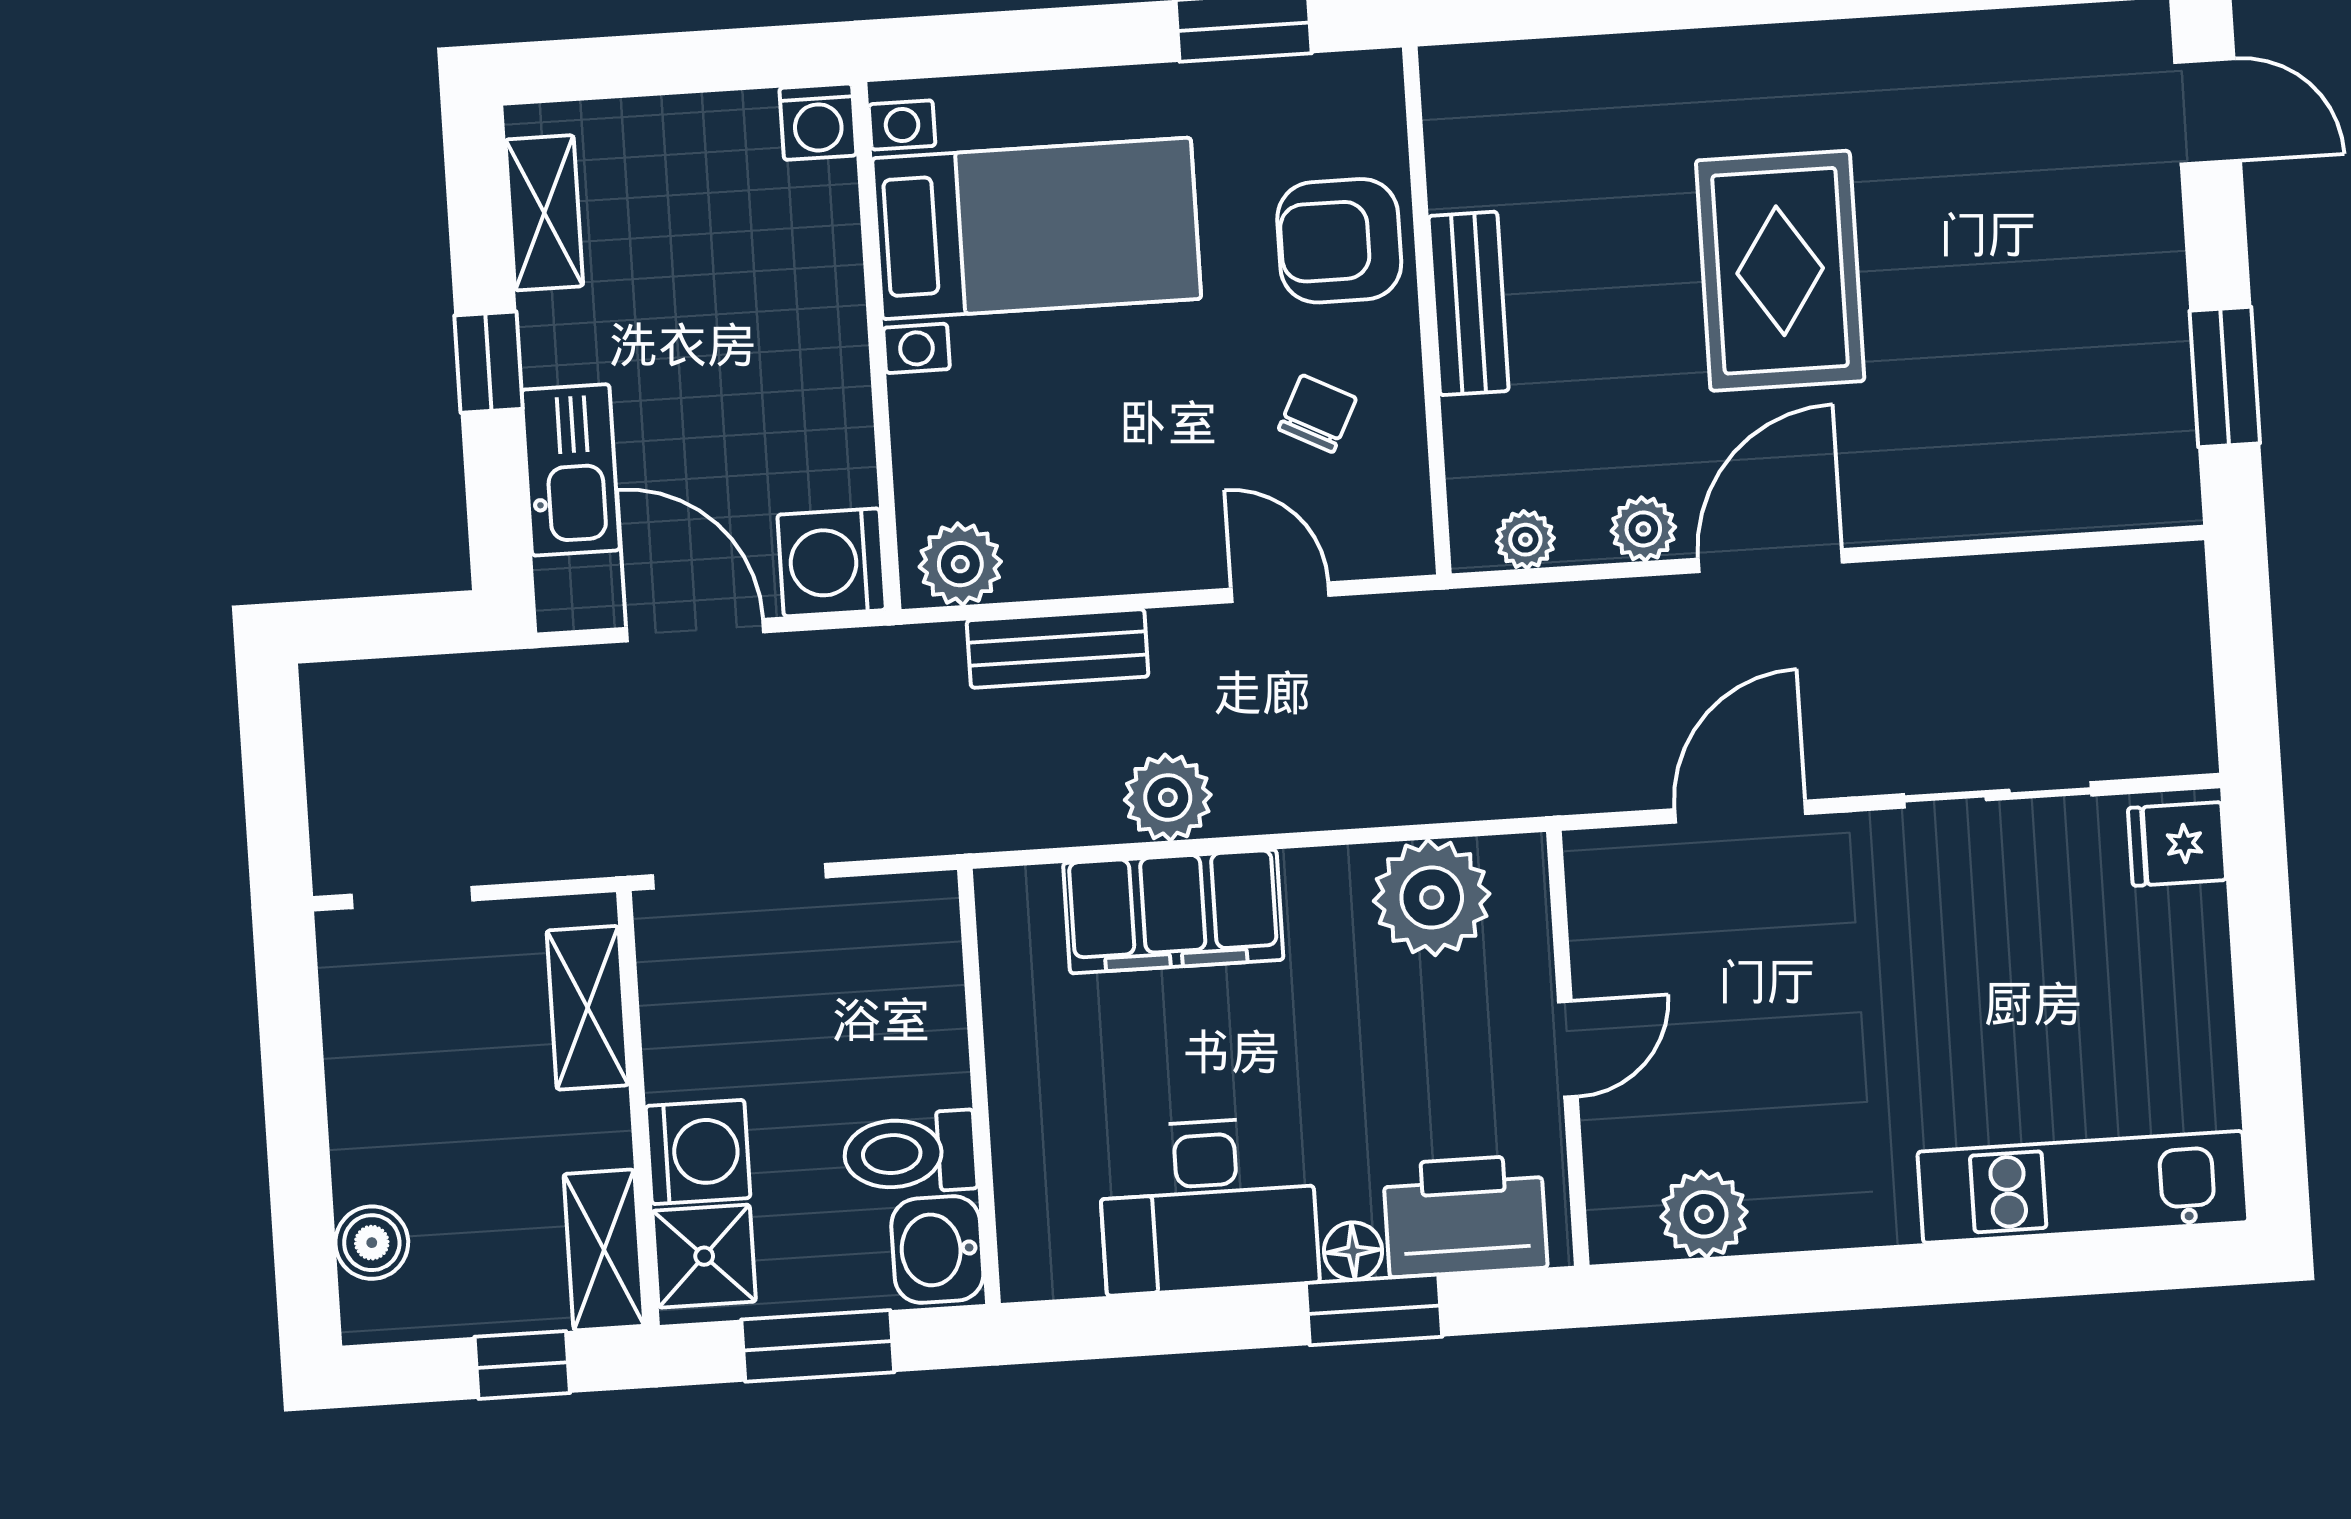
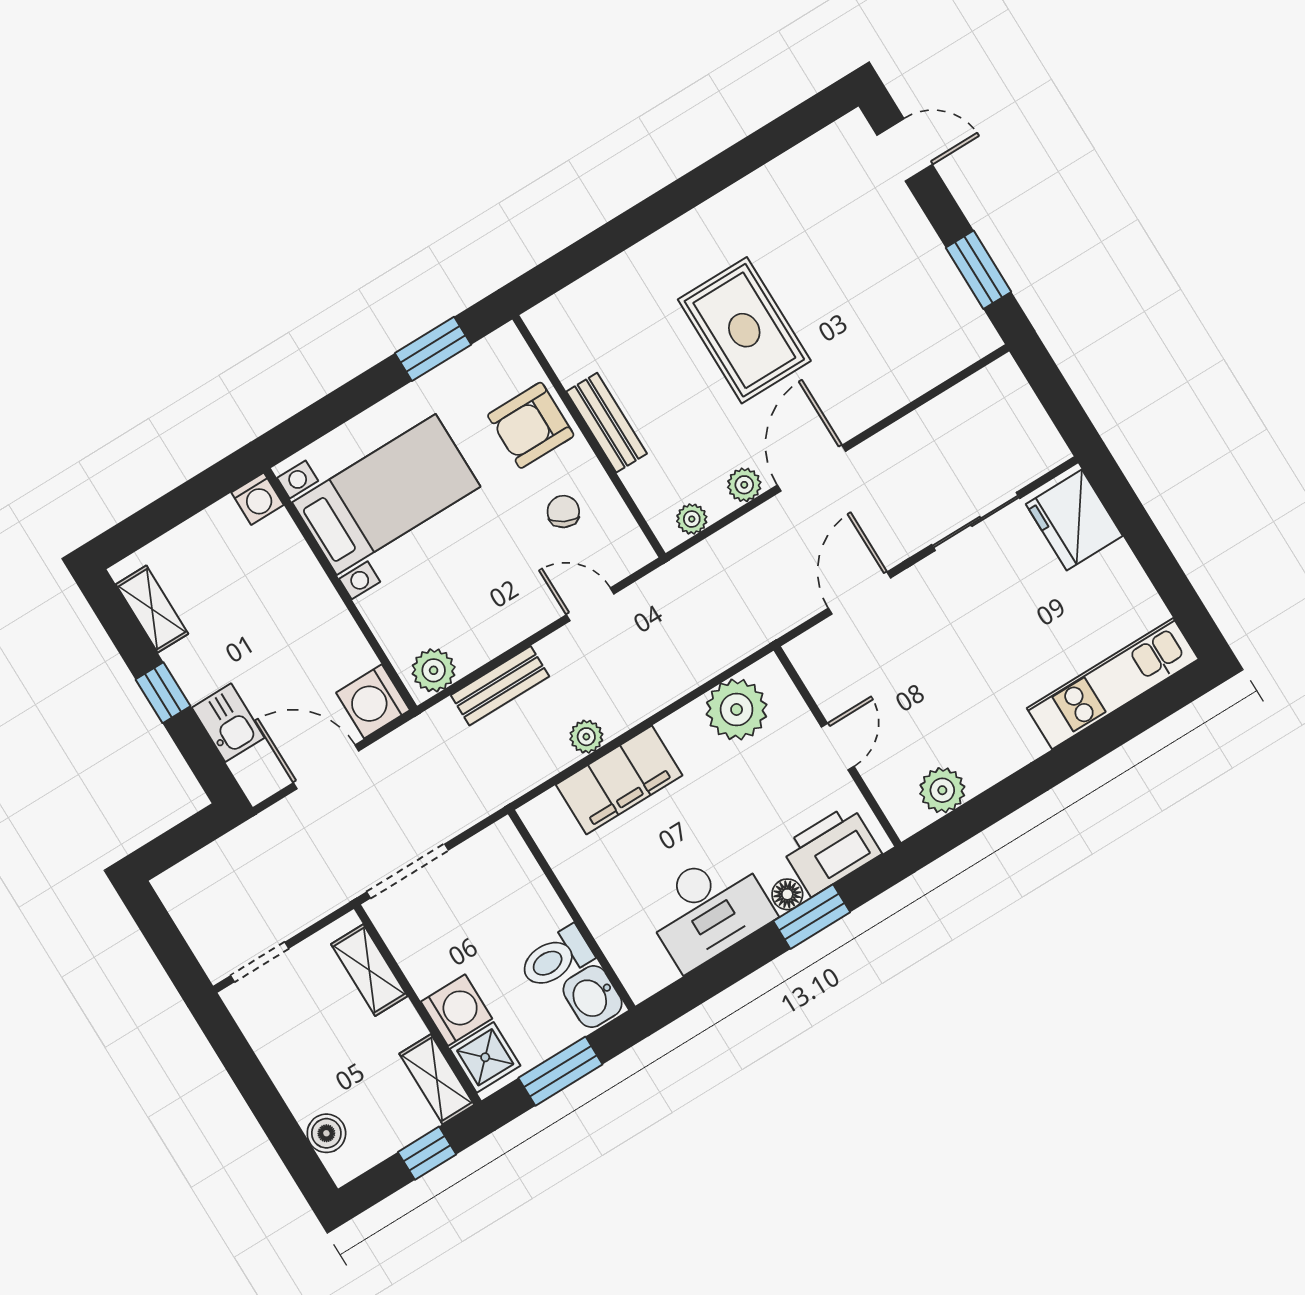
kitchen sink: (571, 470) -> (228, 723), width x0.73
plant: (1168, 797) -> (586, 737), width x0.73, depth x0.73
fridge: (2177, 844) -> (1074, 520), width x1.88, depth x1.34

